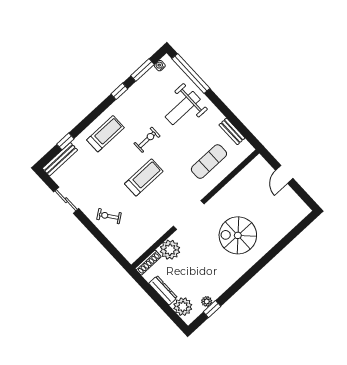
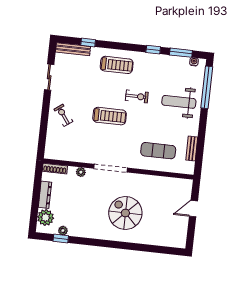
plant: (170, 250) -> (81, 172), width x0.53, depth x0.53

